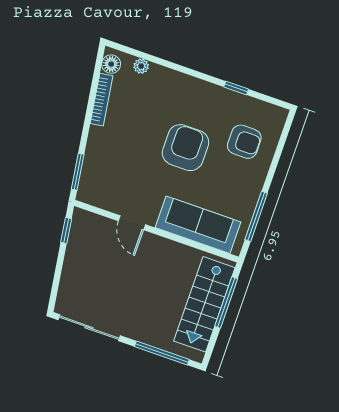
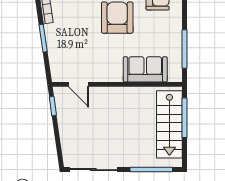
window: (78, 172) -> (43, 38), moved
door: (132, 223) -> (79, 84), moved
sofa: (198, 225) -> (145, 69), width x0.73

